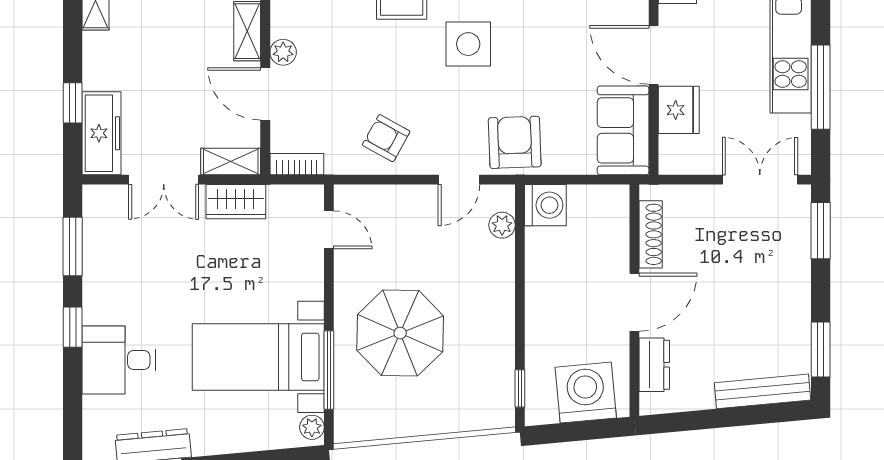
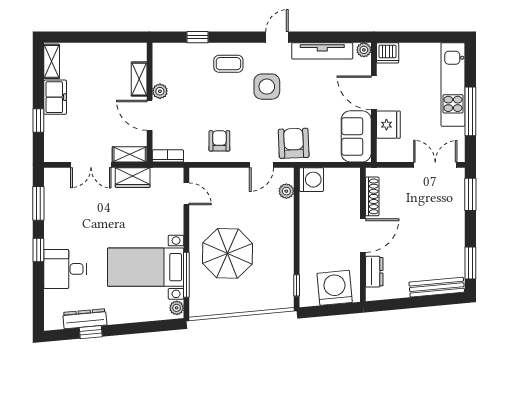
freezer: (102, 133) -> (55, 97), moved, width x0.71
armchair: (386, 138) -> (219, 141), turned 61

